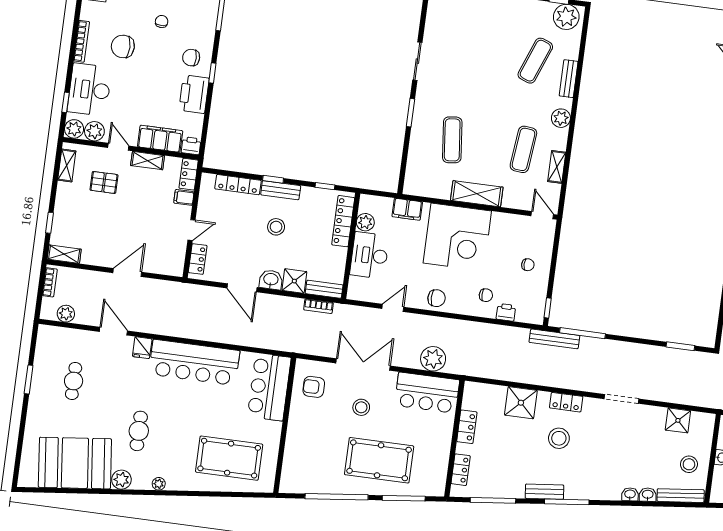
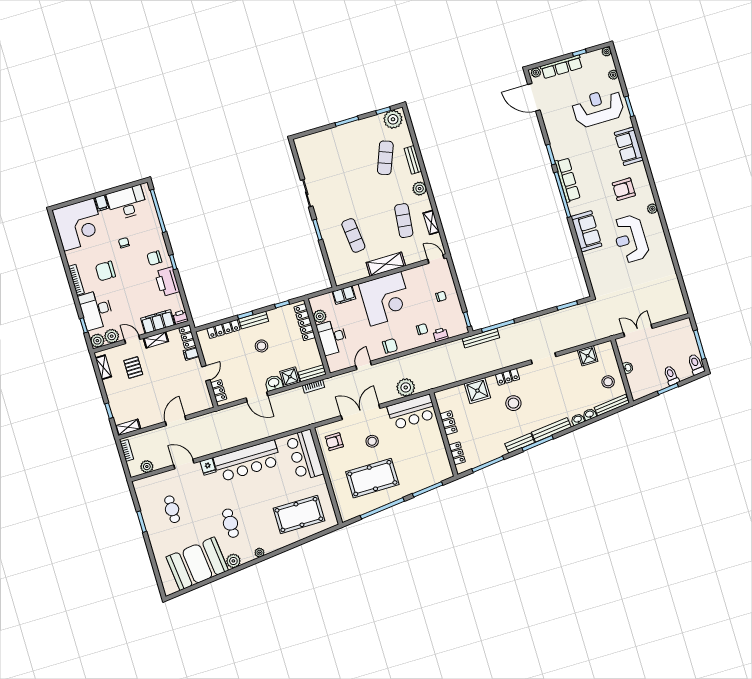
pallet: (104, 182) -> (133, 368), turned 90
pool table: (379, 460) -> (372, 478), moved
bench: (591, 493) -> (551, 430), added

